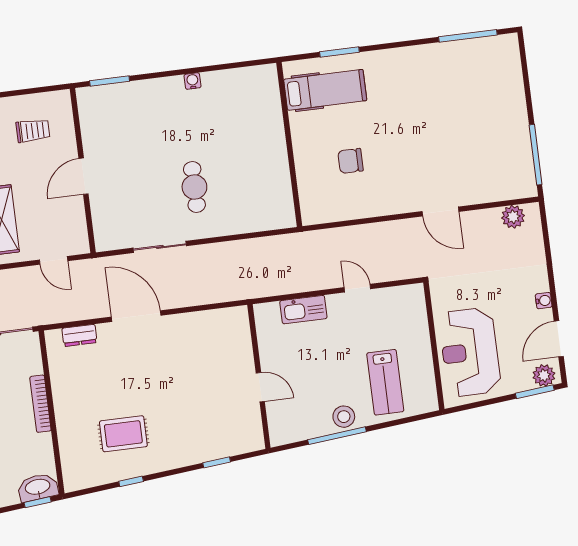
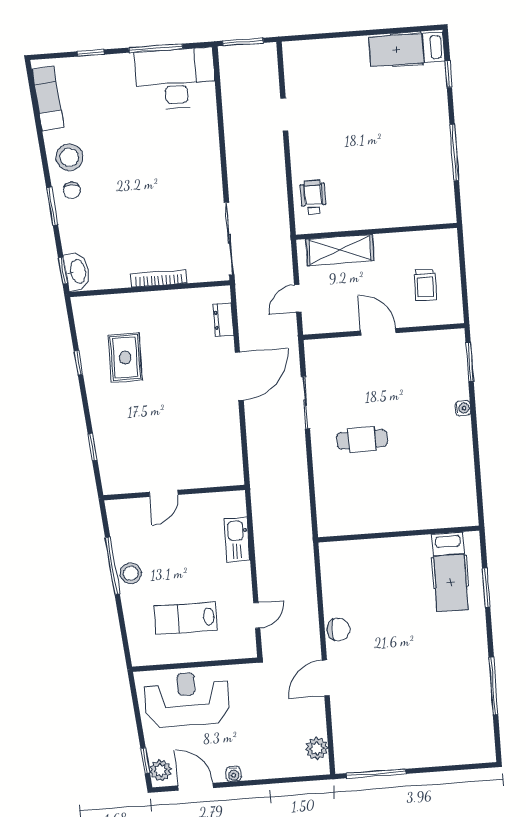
window: (468, 36) -> (493, 686), moved
water cooler: (192, 81) -> (463, 408), moved
chair: (351, 161) -> (338, 629), moved, turned 90
door: (357, 288) -> (257, 615), moved
lab bench: (385, 382) -> (185, 618), moved
window: (535, 392) -> (145, 761), width x0.67

